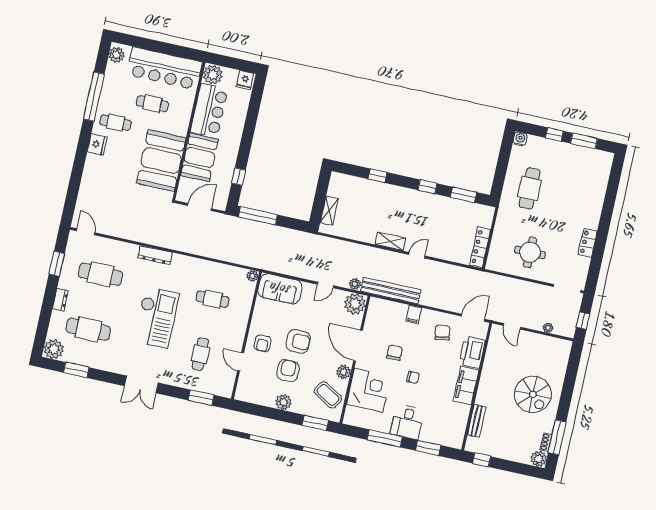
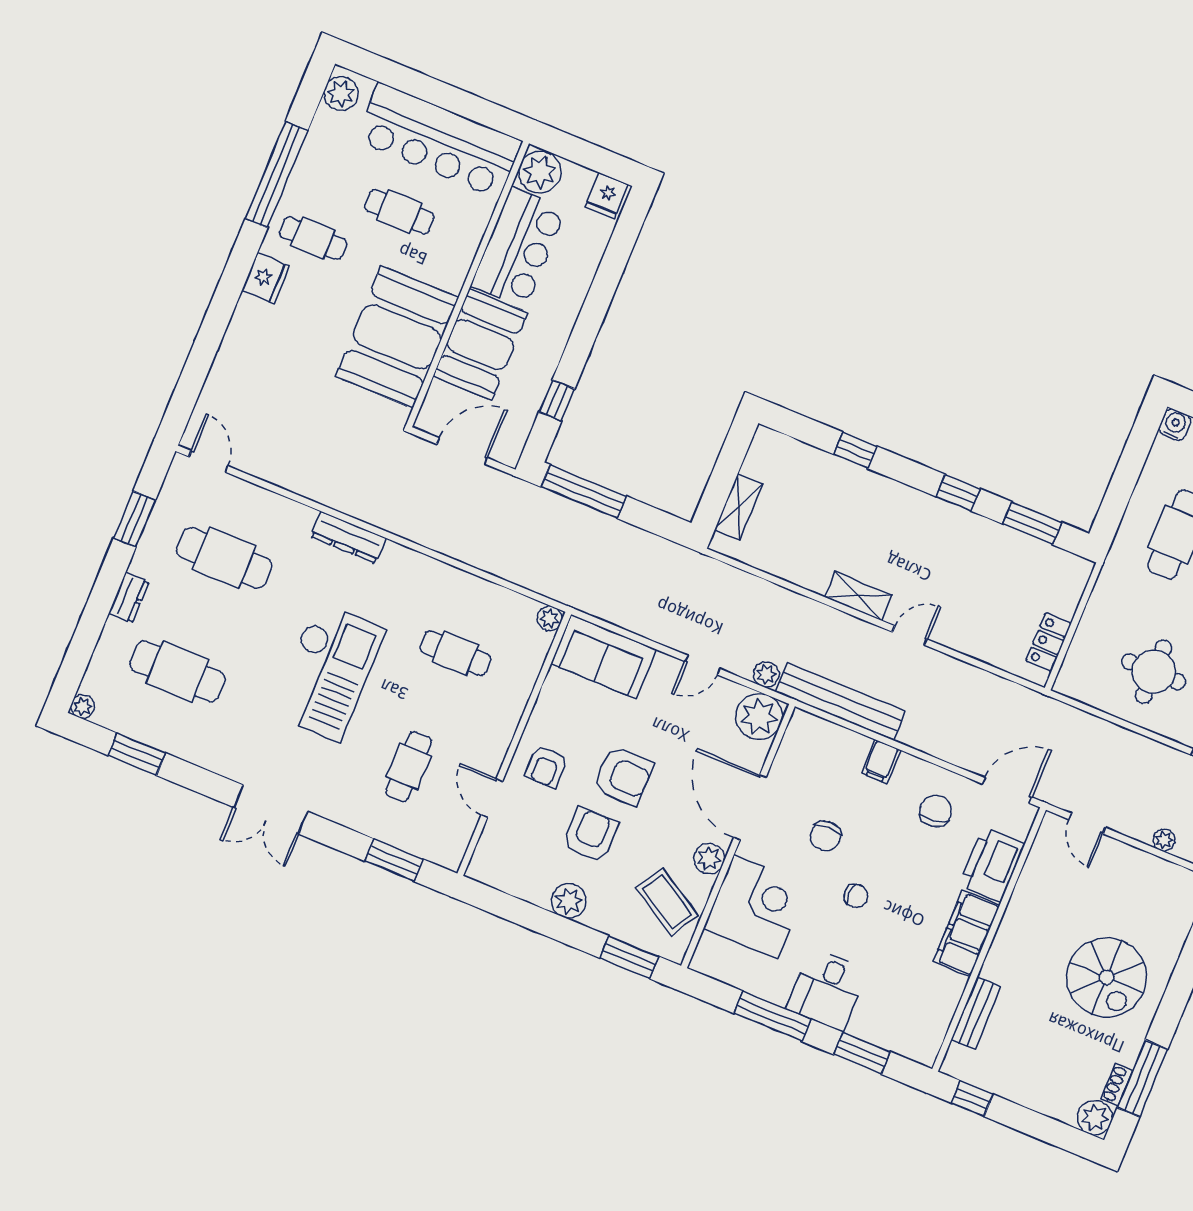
locker: (480, 247) -> (1049, 642), width x0.66
plant: (54, 349) -> (83, 707), width x0.53, depth x0.53
chair: (394, 353) -> (825, 836), turned 180

